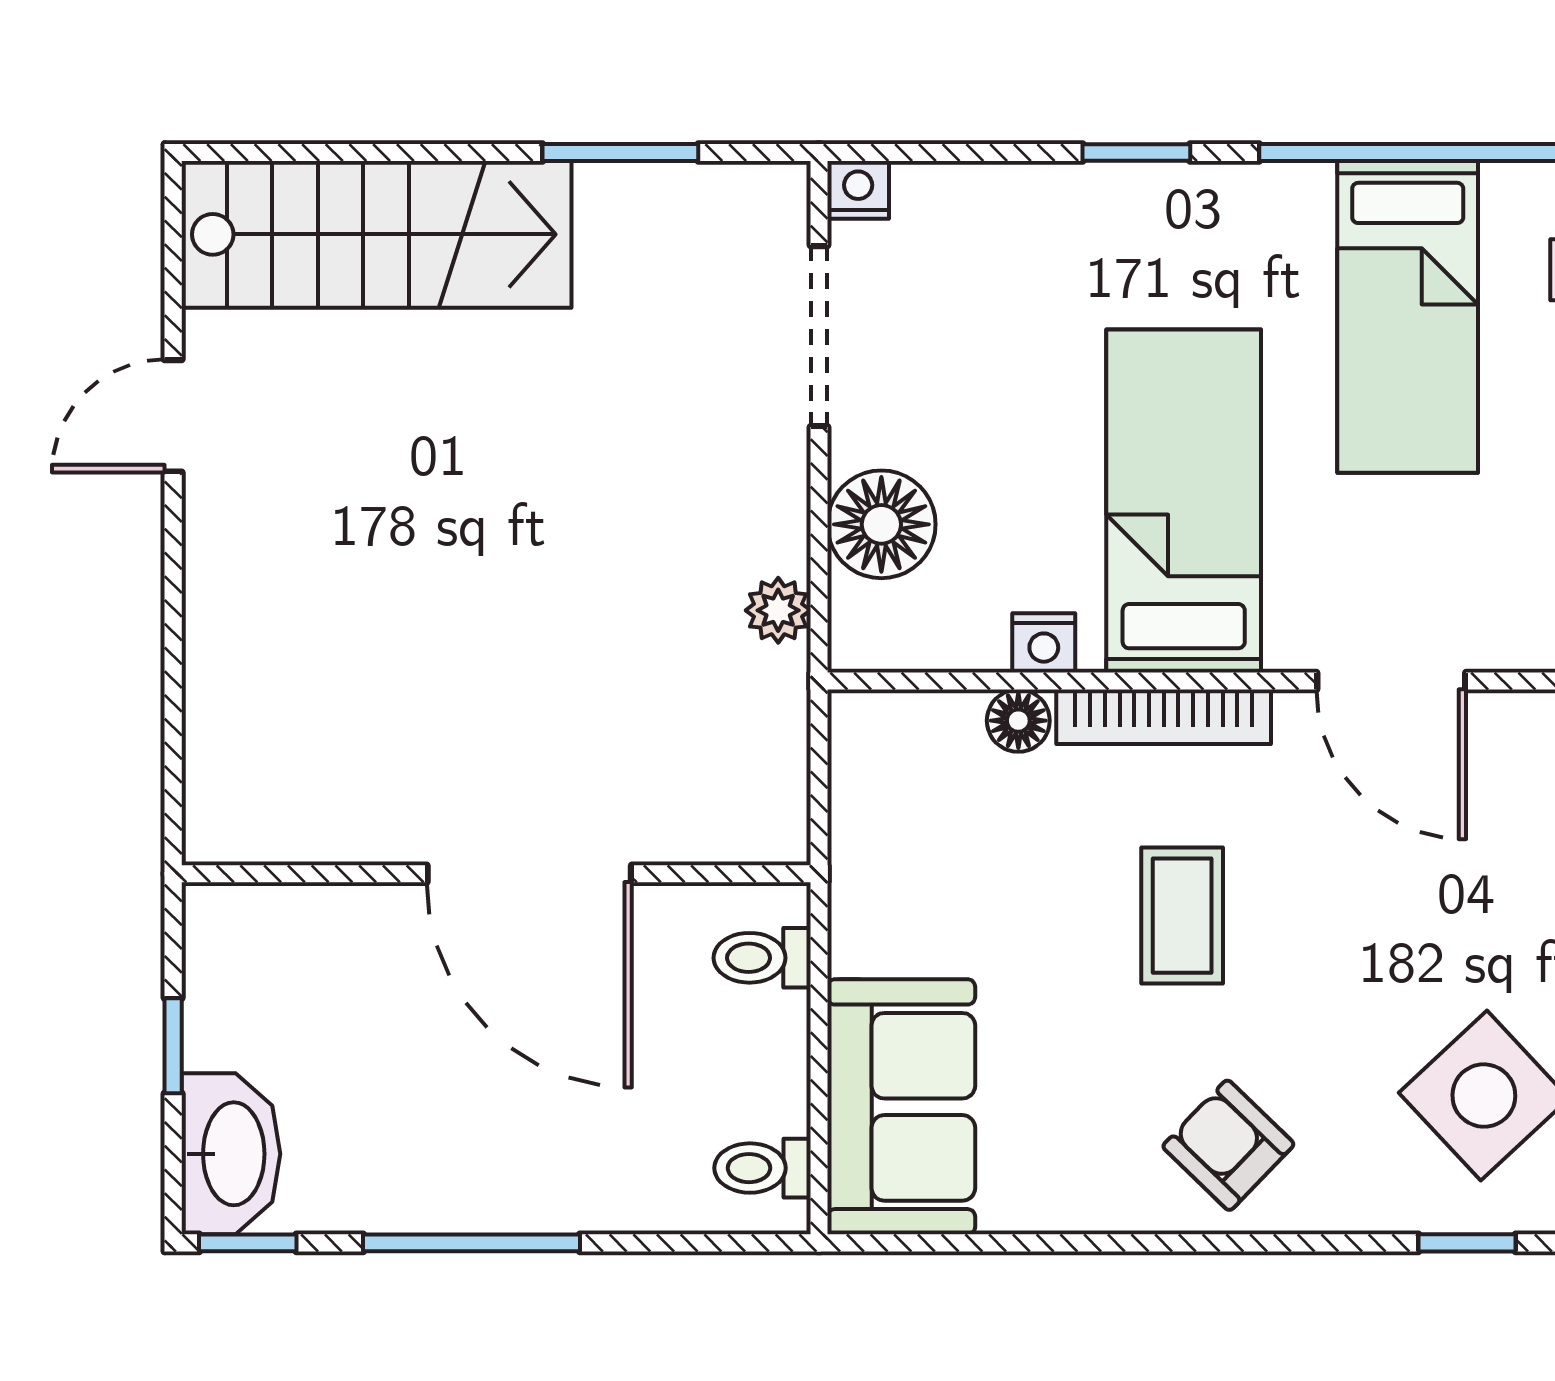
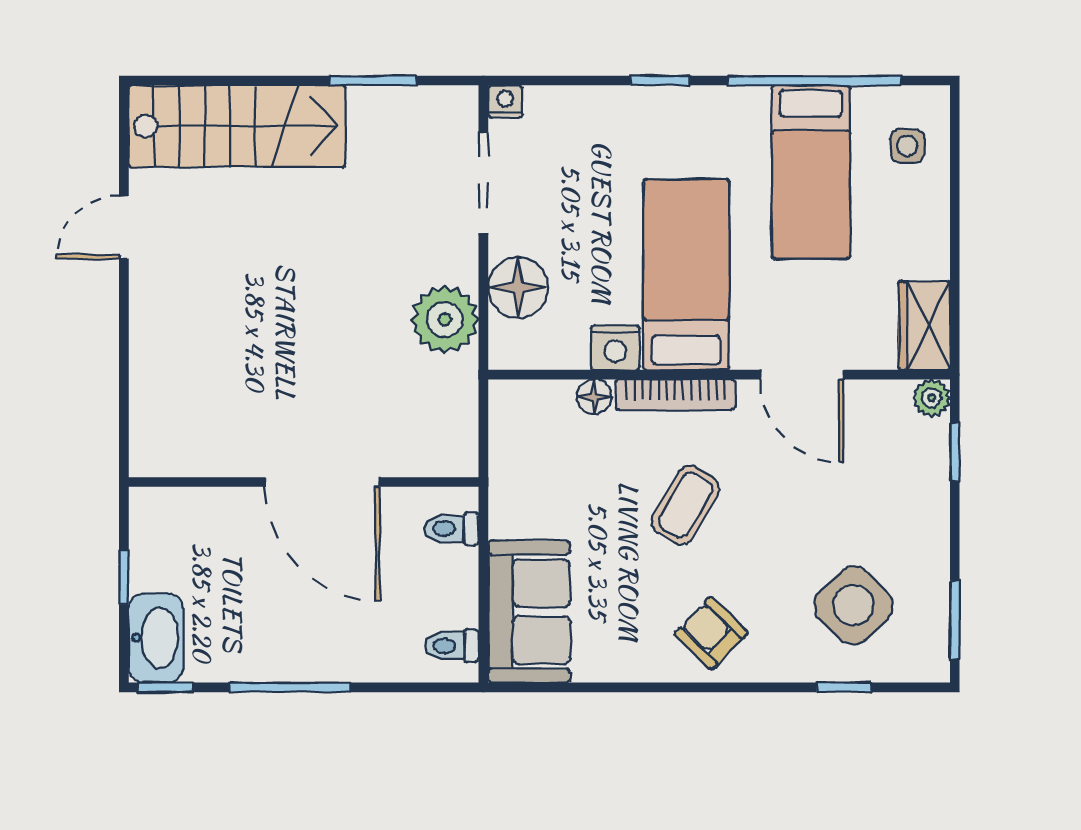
plant: (778, 610) -> (445, 319), width x1.88, depth x1.88
nightstand: (1044, 643) -> (615, 348), width x1.39, depth x1.35
coffee table: (1182, 916) -> (685, 505), turned 30

